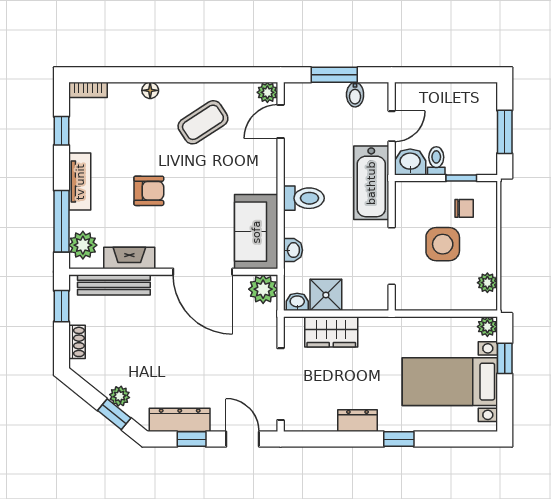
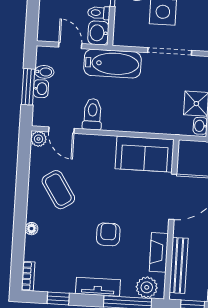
toilet: (304, 198) -> (92, 114), moved
washbasin: (293, 250) -> (41, 89), moved, turned 90
plant: (263, 289) -> (189, 151), removed

